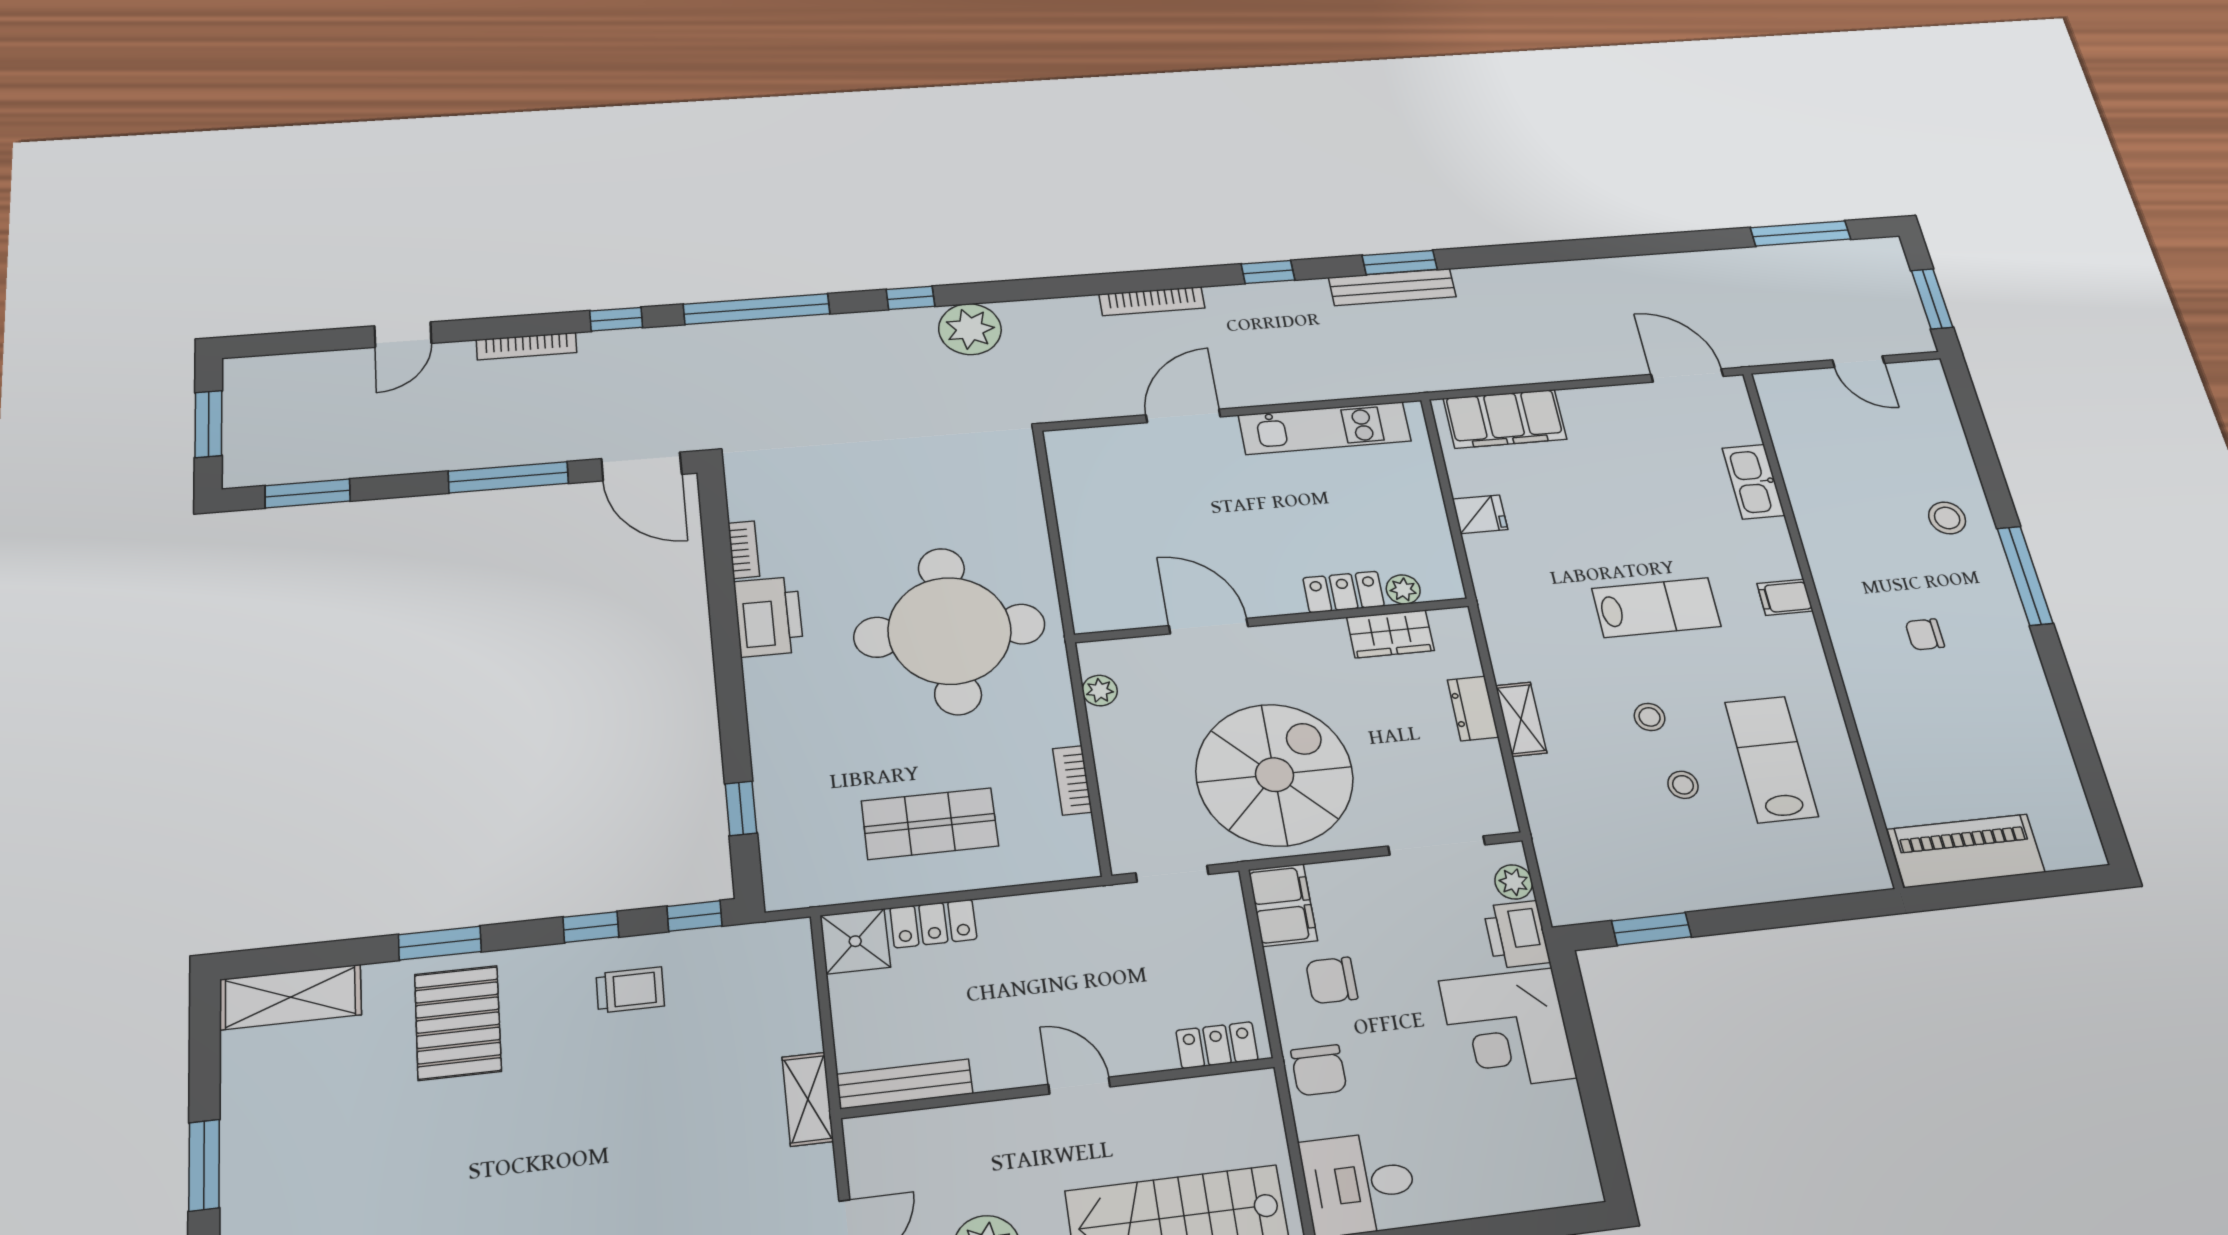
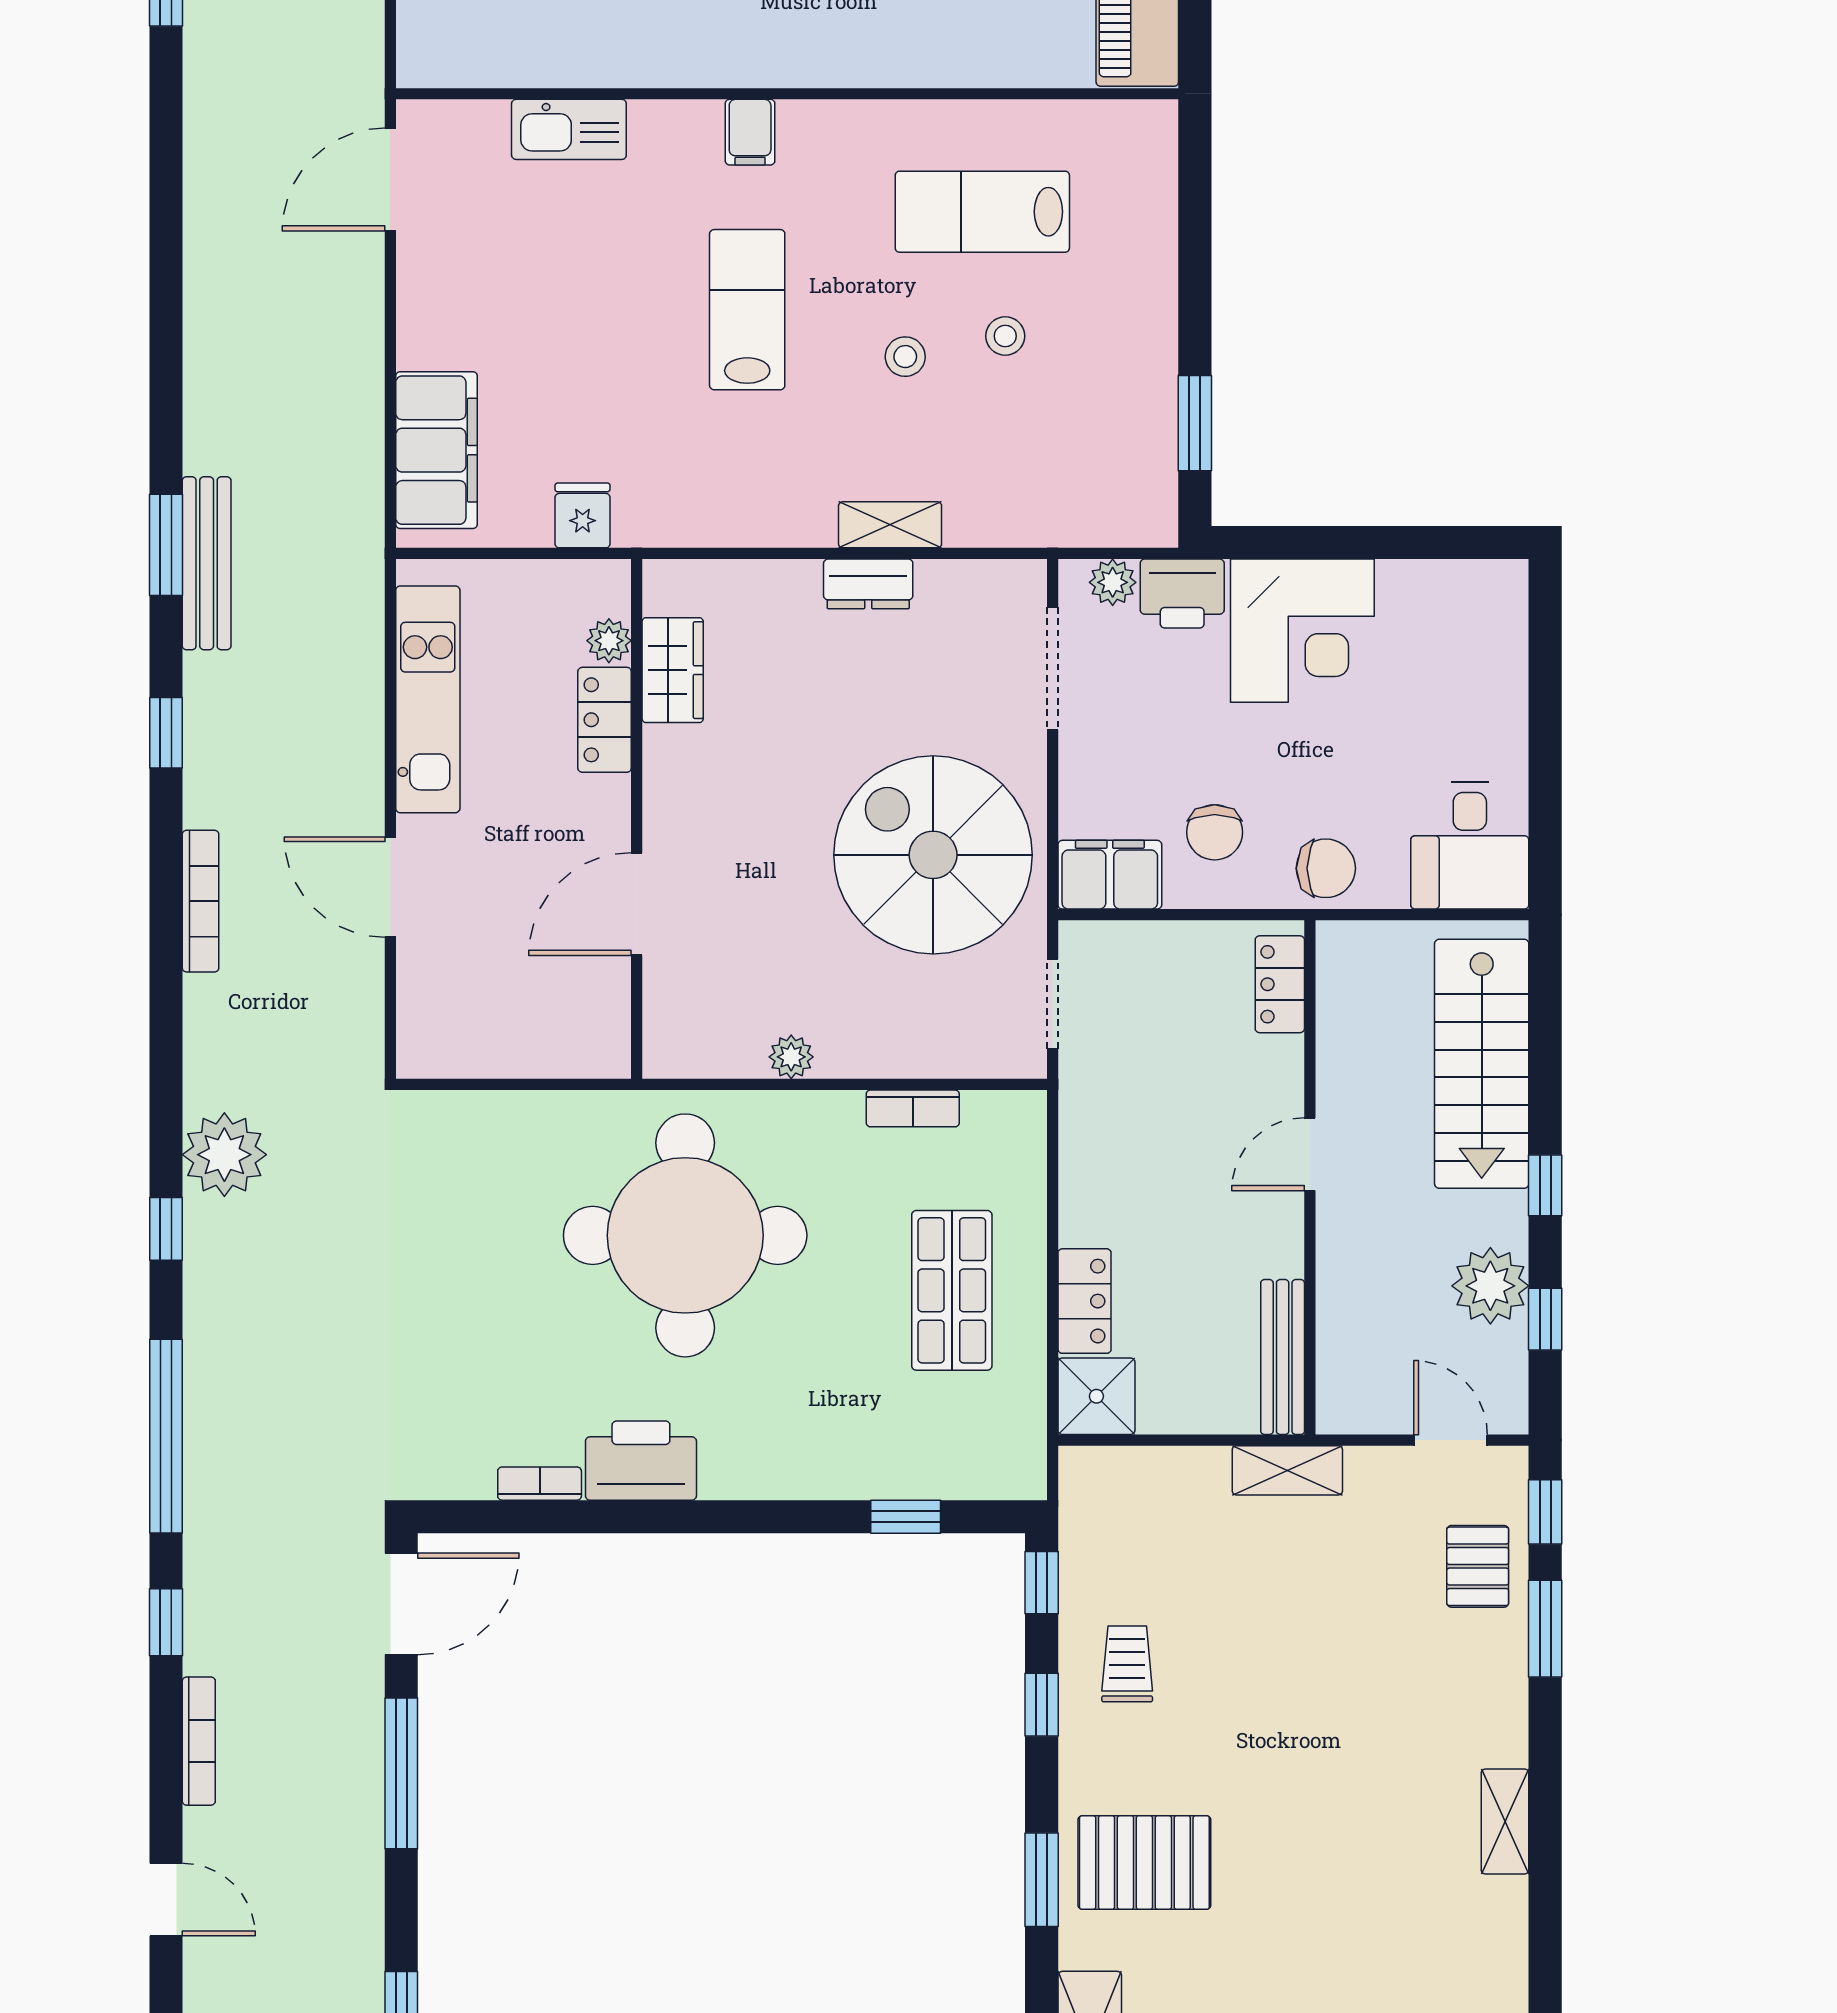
plant: (1403, 589) -> (609, 641), moved
locker: (1344, 592) -> (605, 720), moved
wall: (1273, 620) -> (637, 819), moved
door: (1209, 626) -> (637, 904), moved
wardrobe: (1390, 634) -> (673, 670), moved

